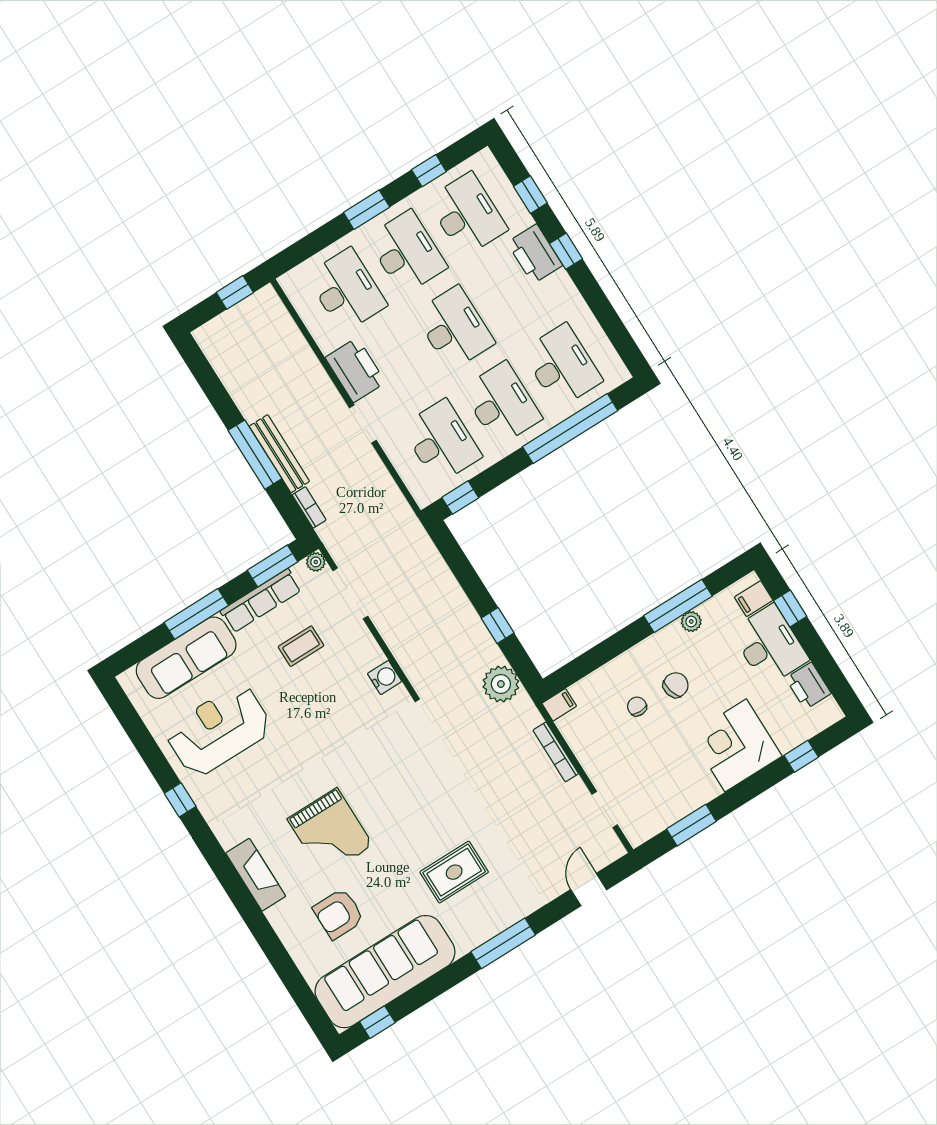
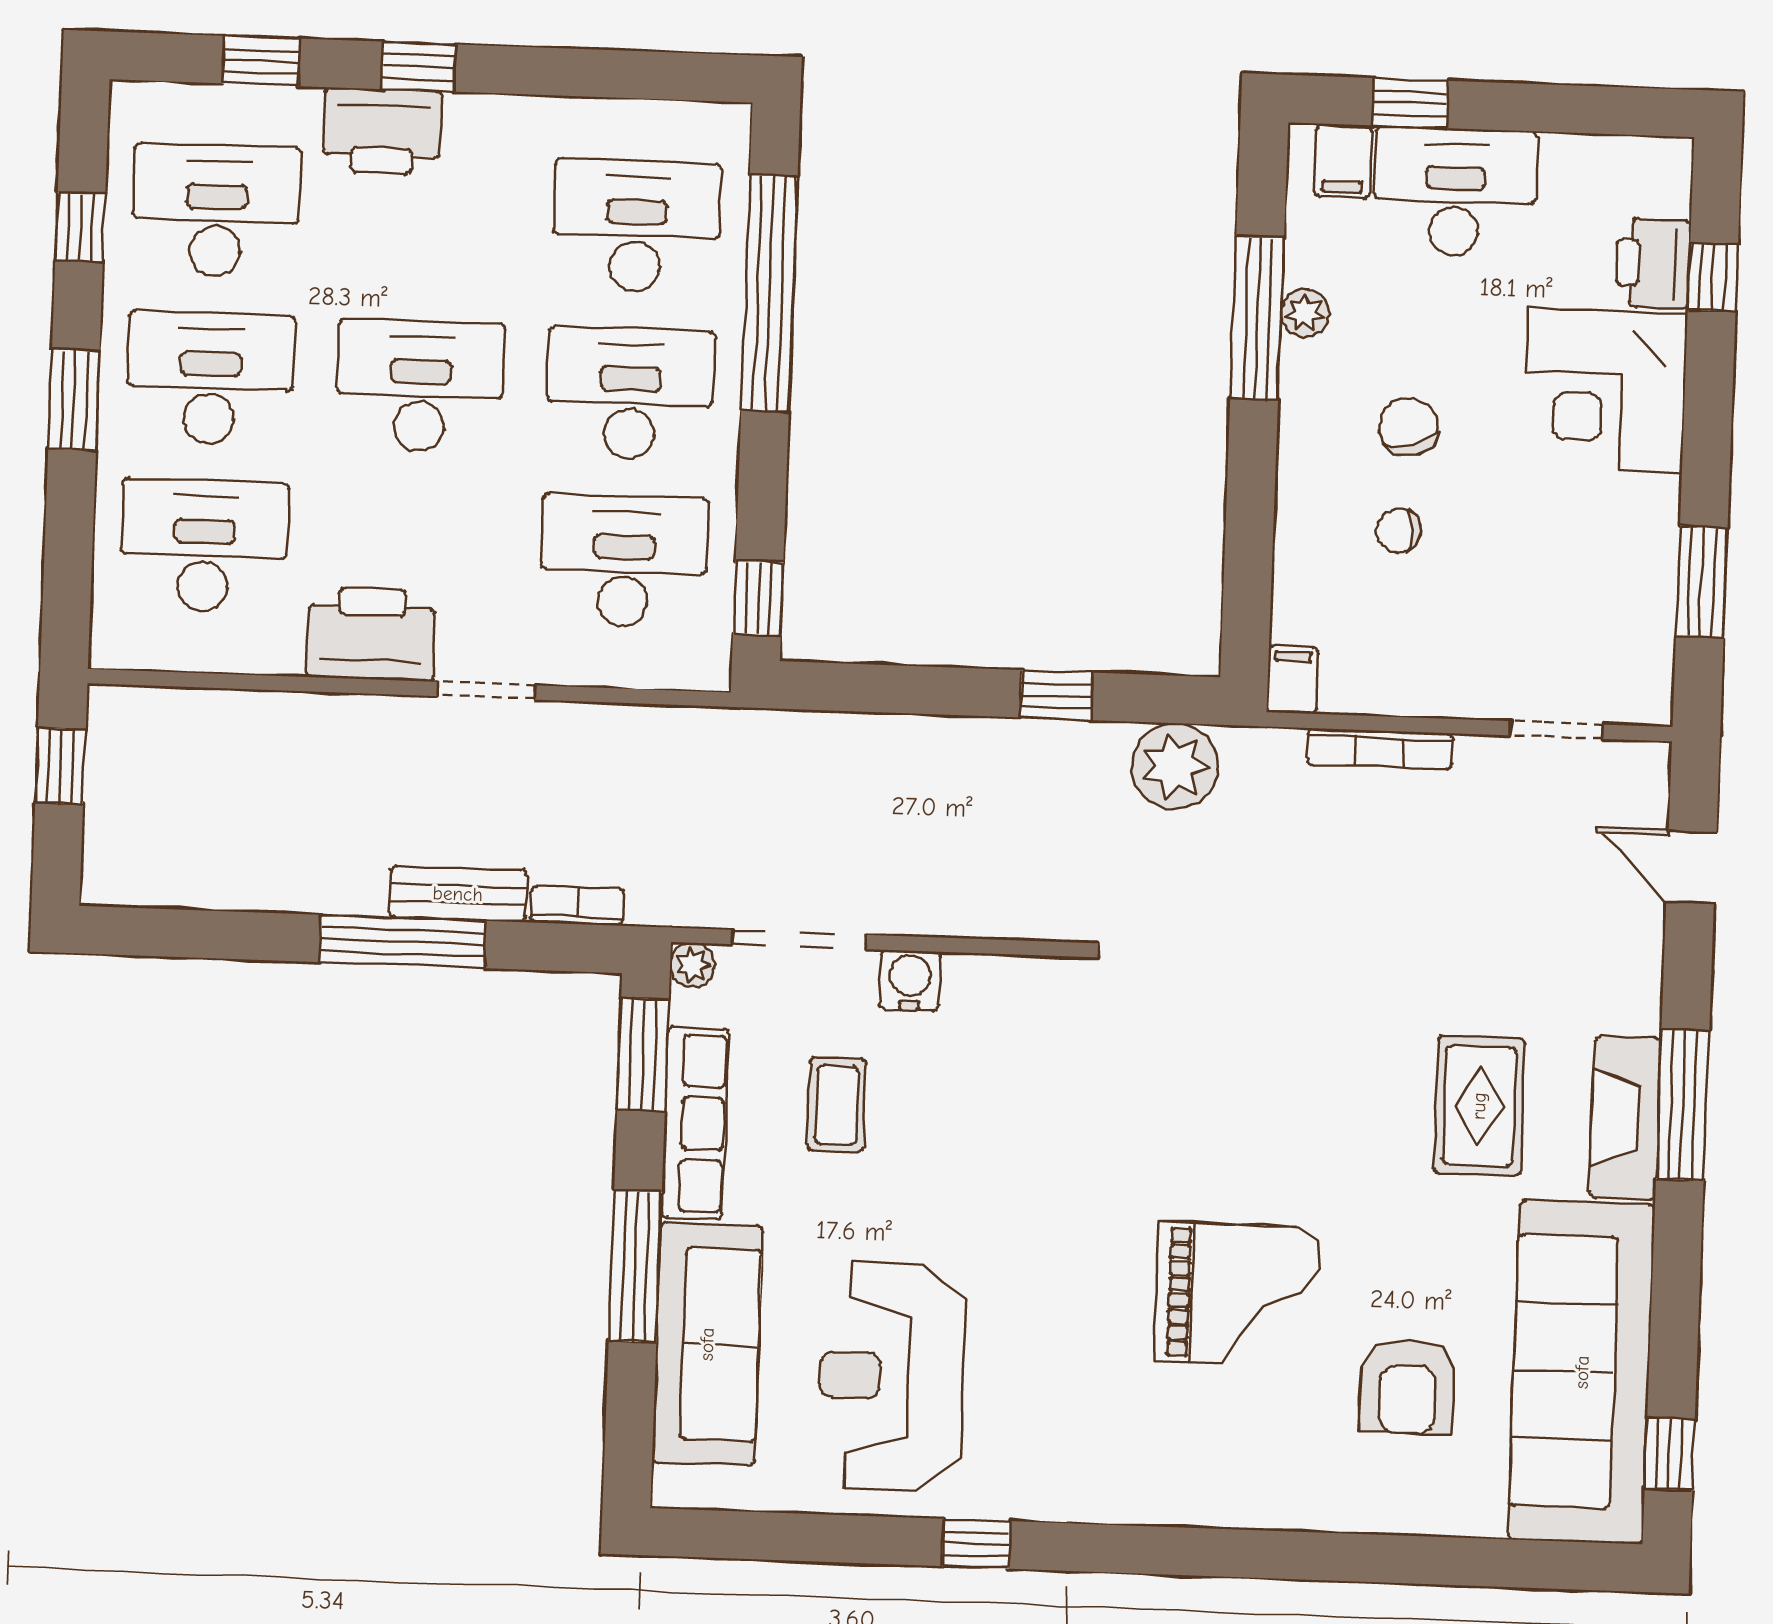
bench: (279, 454) -> (458, 894), width x0.73
water cooler: (385, 678) -> (910, 980), moved
printer: (808, 686) -> (1653, 263), moved, turned 90
fireplace: (256, 875) -> (1625, 1118), moved, turned -90

